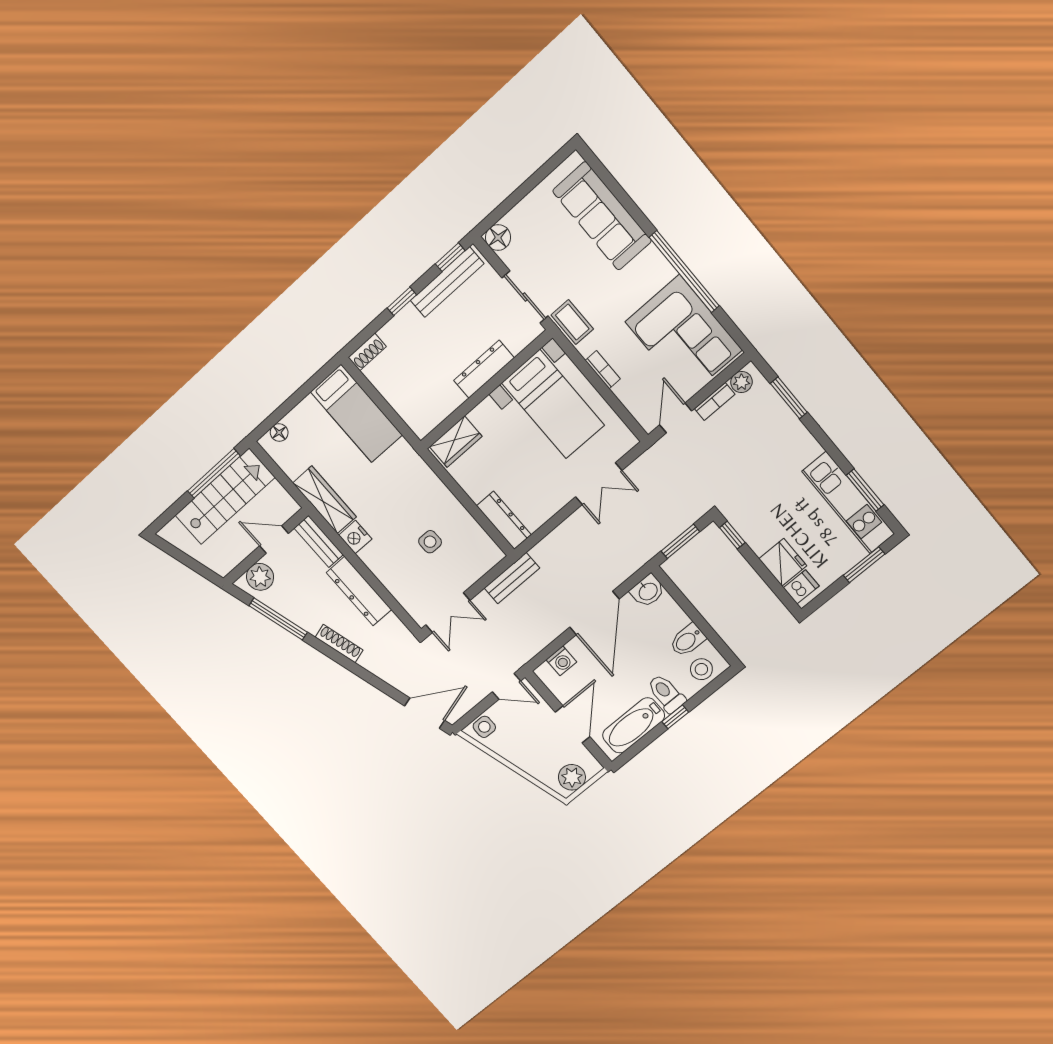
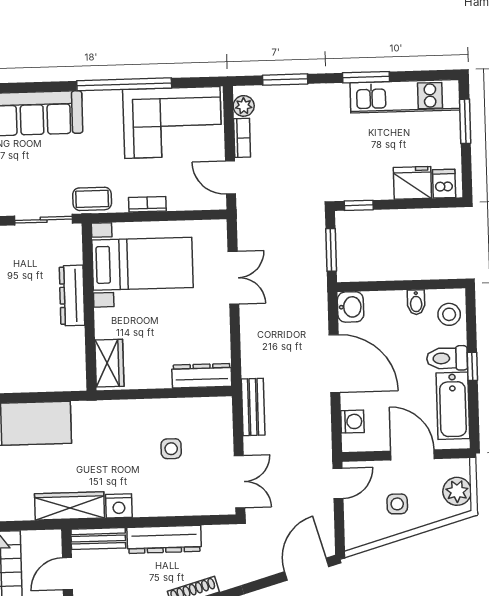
window: (865, 490) -> (366, 77), moved
bidet: (688, 640) -> (416, 302), width x0.72, depth x0.74
side table: (484, 727) -> (397, 504), moved

